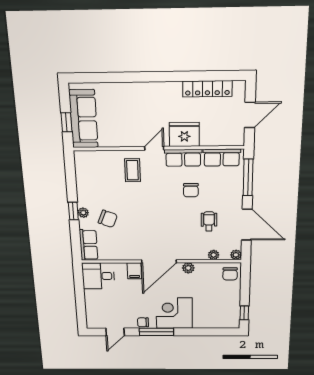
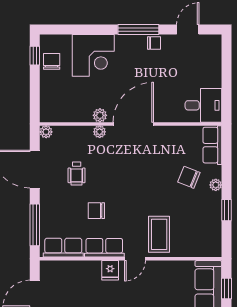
fridge: (184, 134) -> (110, 270), width x0.53, depth x0.75
coffee table: (132, 170) -> (159, 234), width x1.36, depth x1.30
chair: (191, 190) -> (96, 211), turned -90
window: (73, 211) -> (227, 210), moved
plant: (214, 255) -> (100, 132), moved
filing cabinet: (134, 271) -> (162, 112), removed
chair: (230, 274) -> (52, 61), moved
corner desk: (174, 313) -> (93, 55), moved

